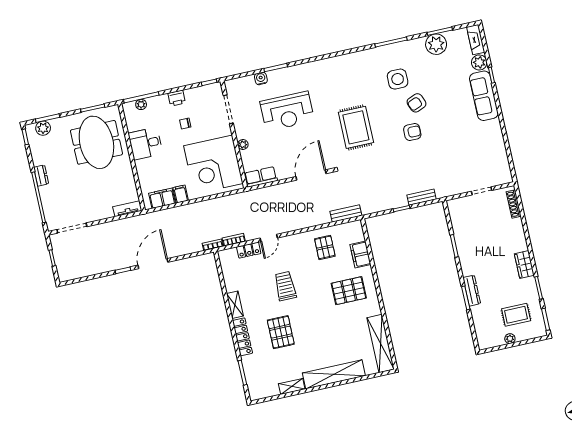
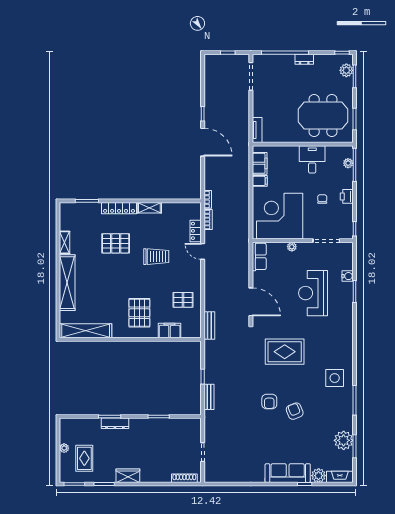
side table: (398, 79) -> (335, 378), moved

